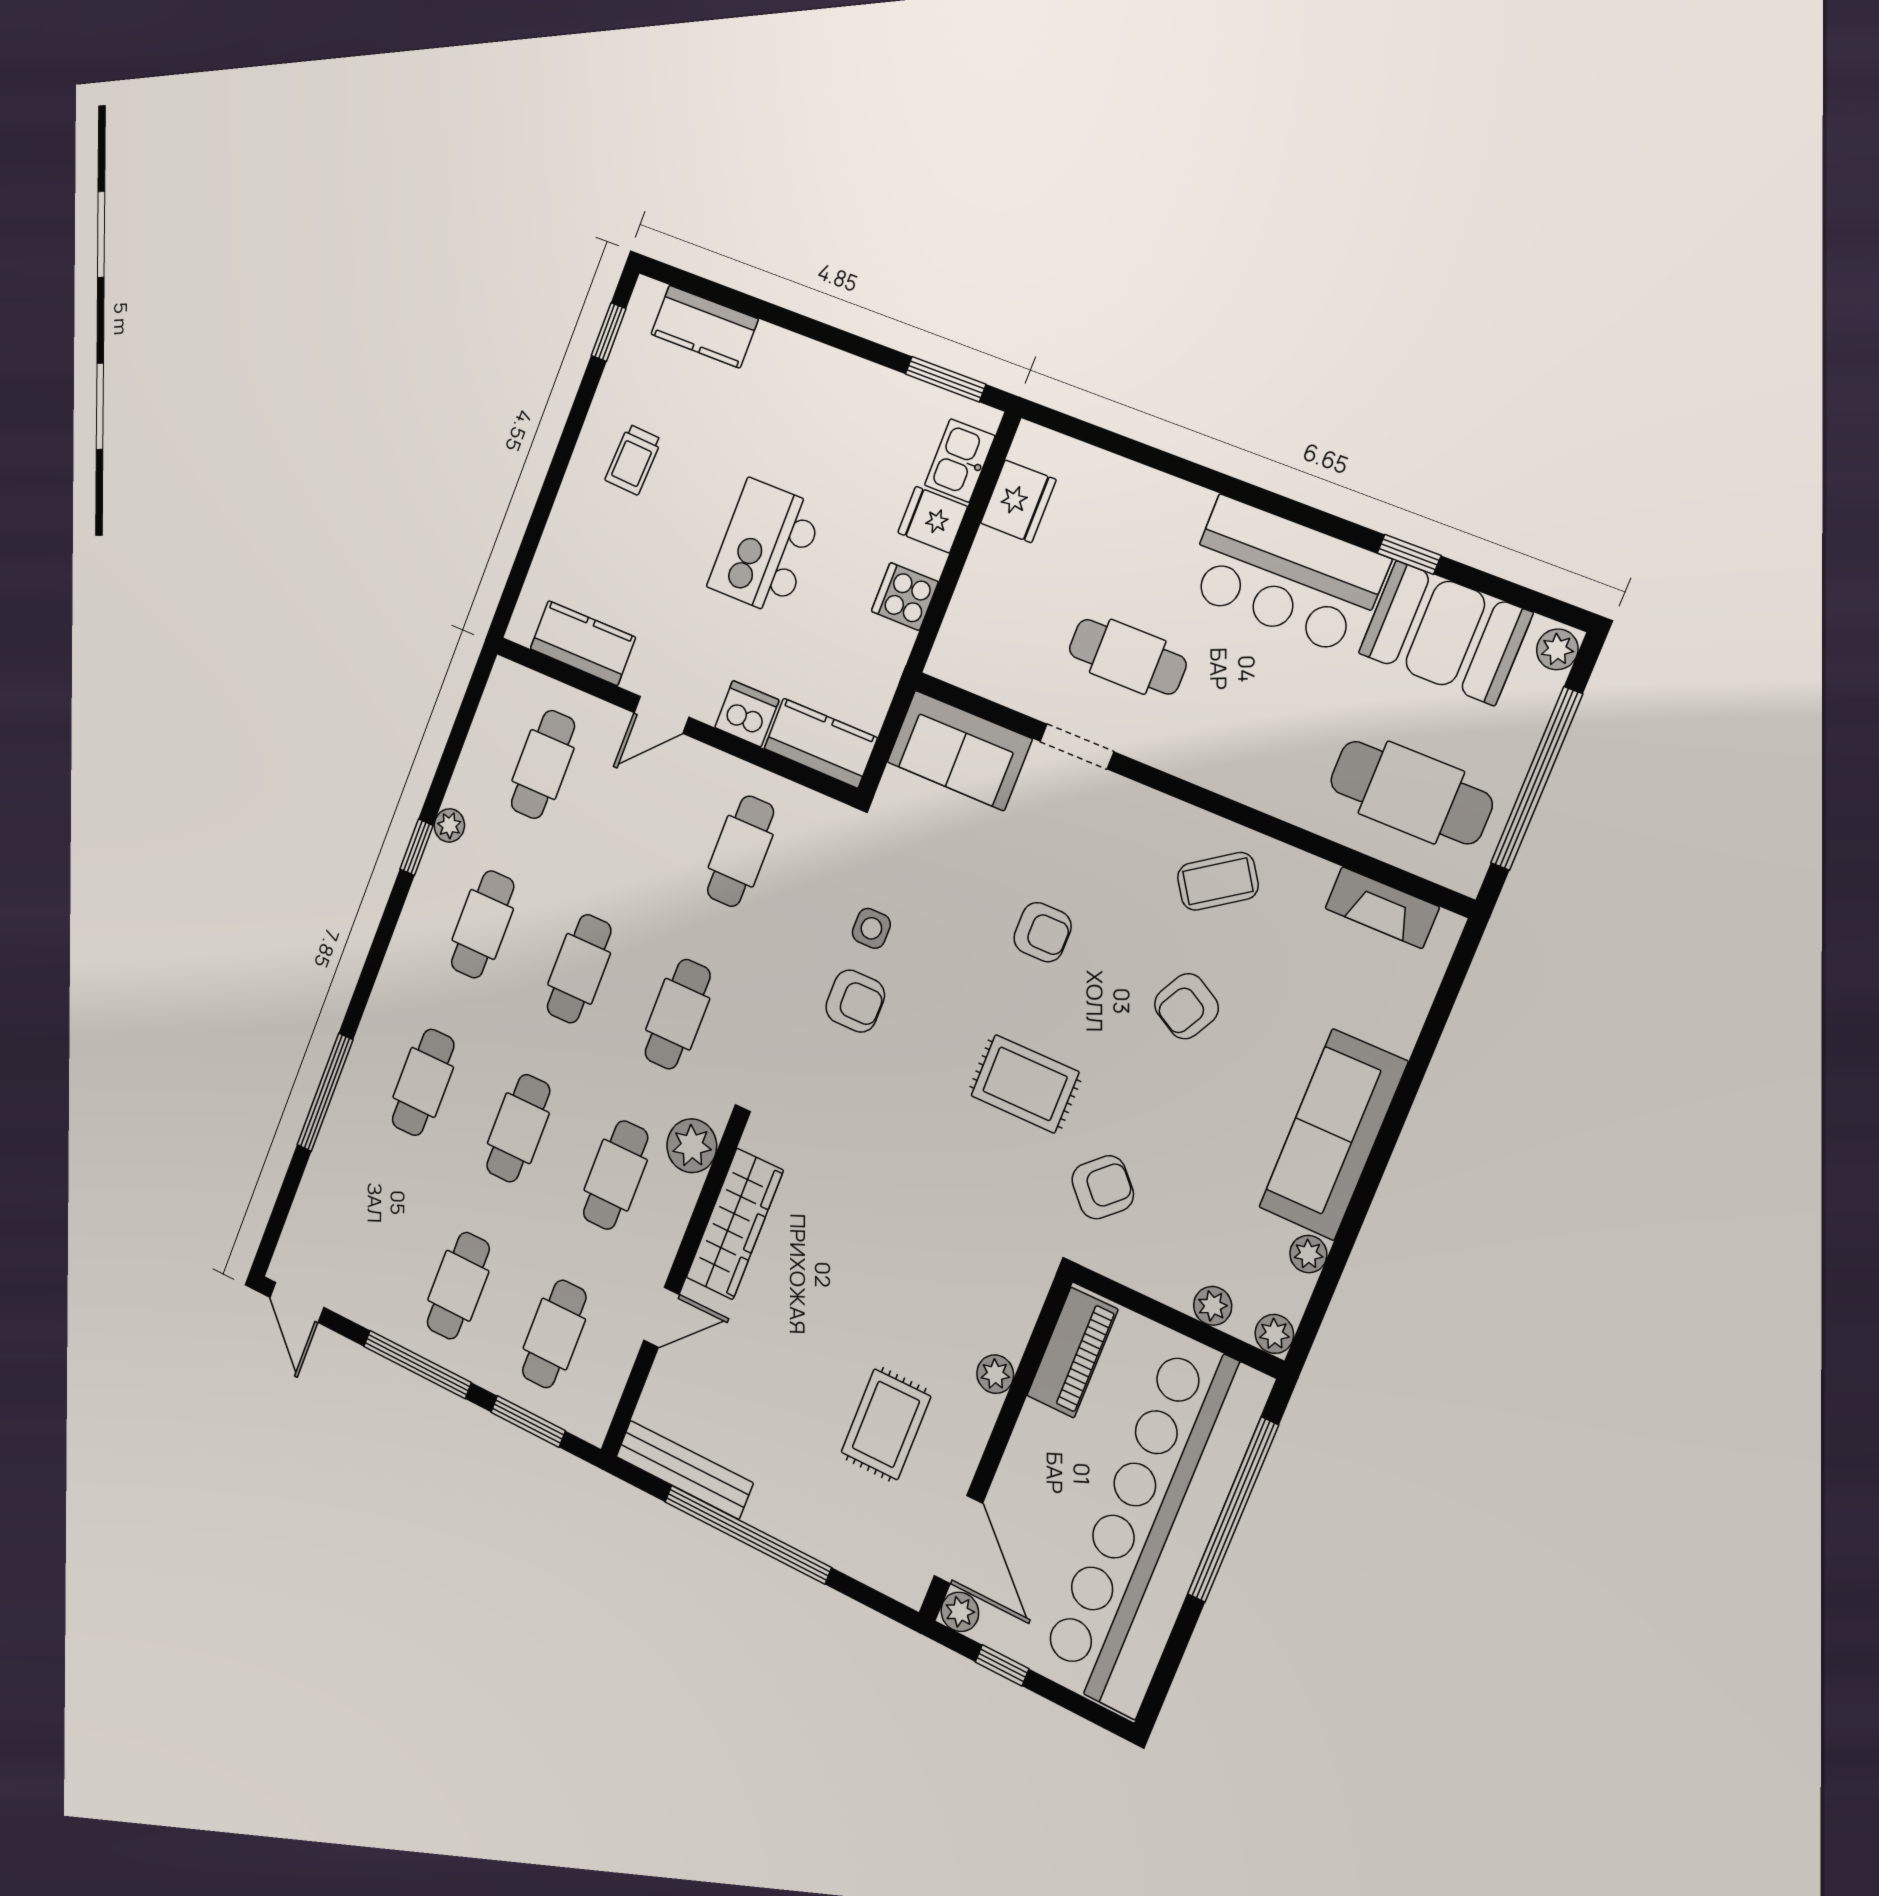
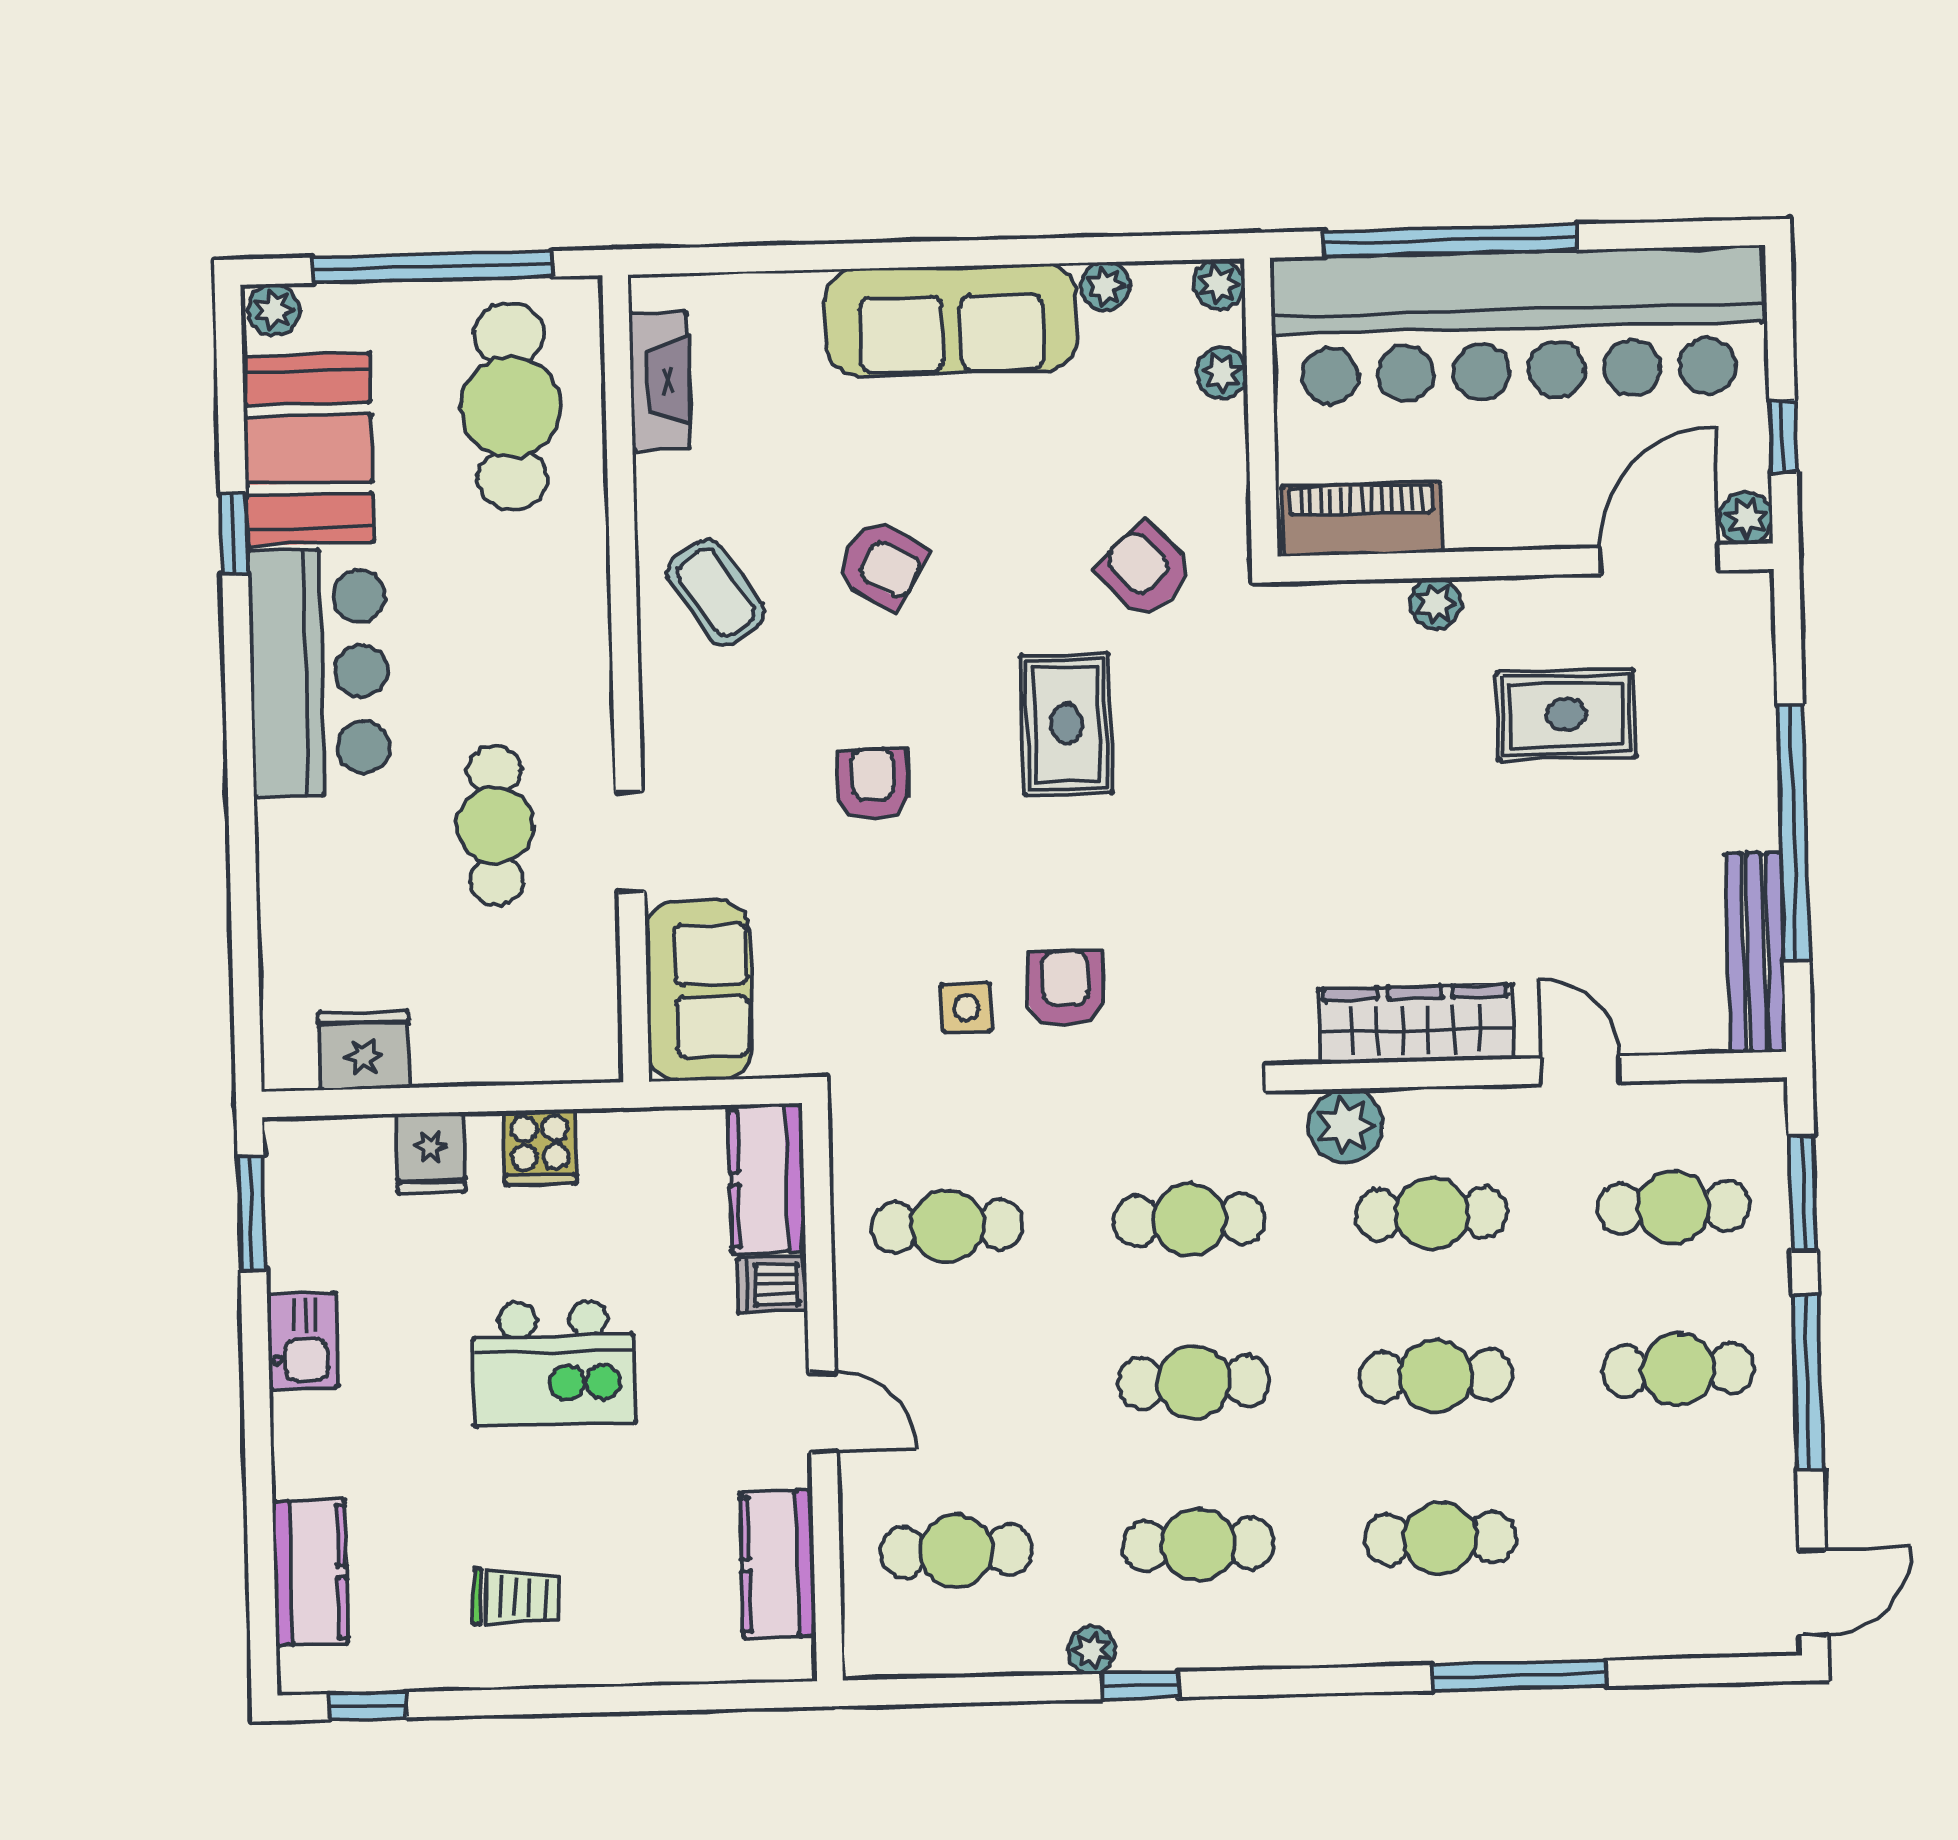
kitchen sink: (960, 461) -> (302, 1341), moved, turned -90
dishwasher: (747, 714) -> (772, 1285), width x0.73

